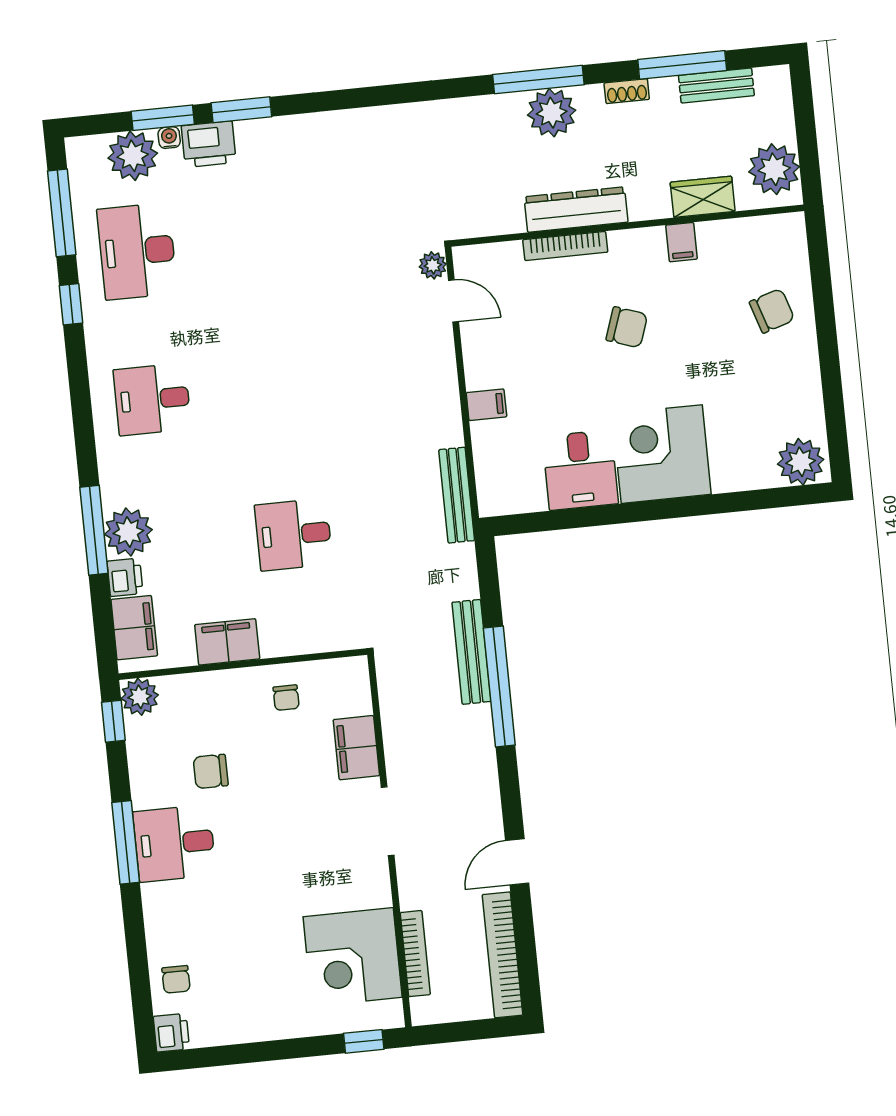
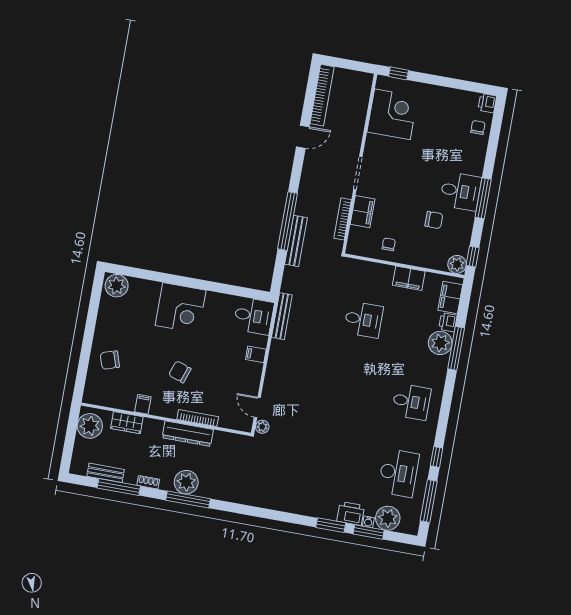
desk: (580, 470) -> (254, 316), moved, turned 90
bookcase: (415, 954) -> (343, 219), moved

